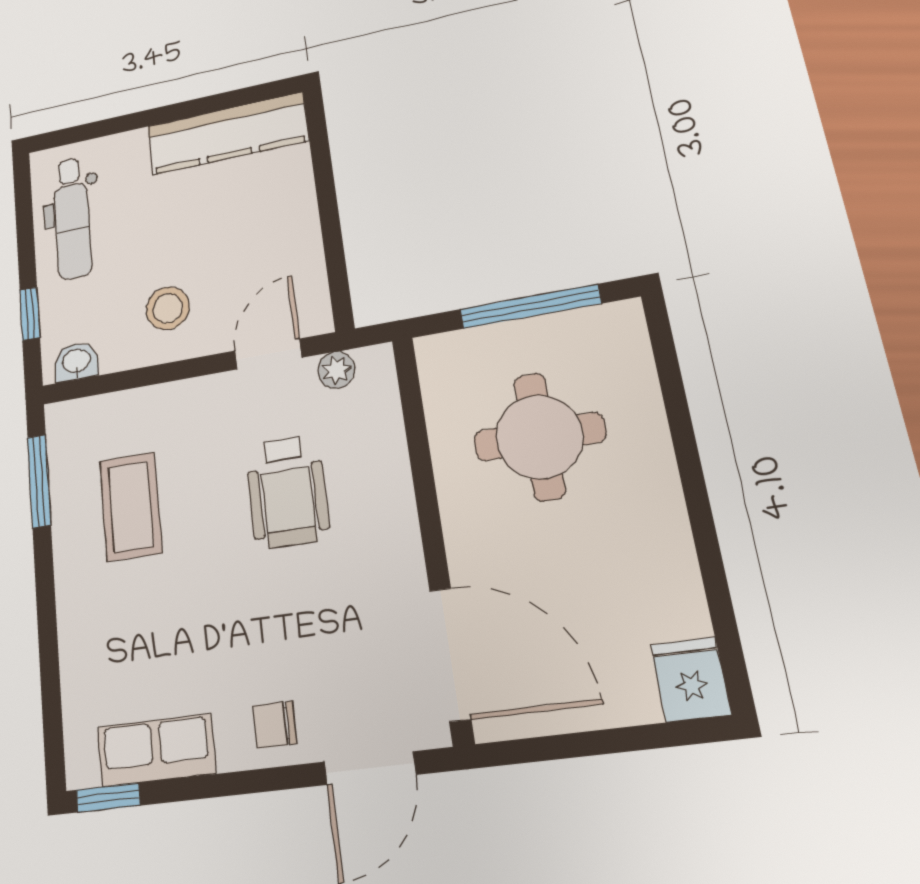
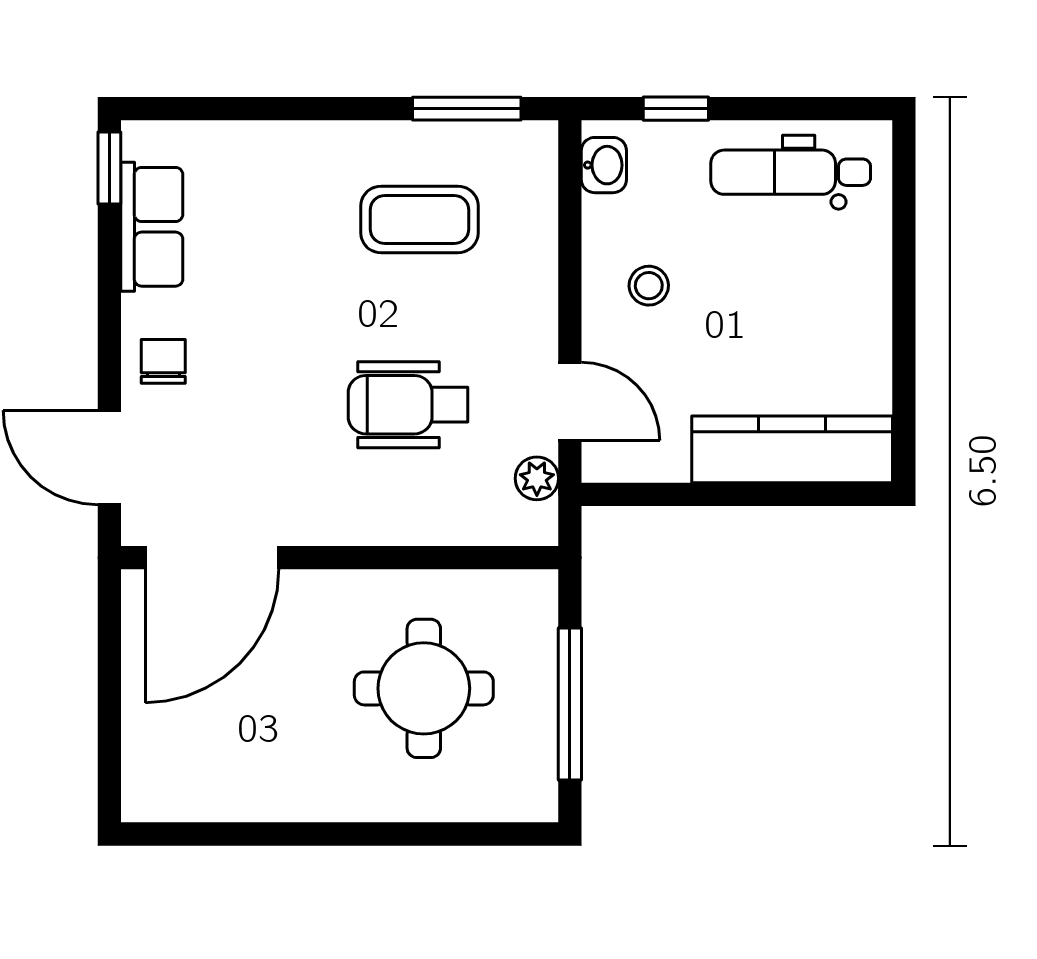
kitchen counter: (227, 133) -> (792, 449), moved, turned 90
stool: (168, 308) -> (649, 286), width x0.73, depth x0.73
fridge: (691, 679) -> (158, 791), removed

